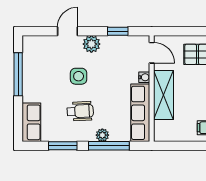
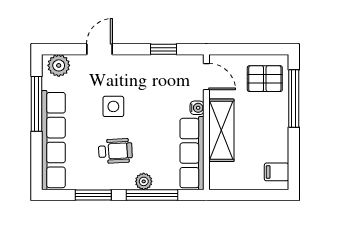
plant: (91, 44) -> (59, 65), moved
row of seats: (31, 122) -> (53, 140), width x2.02

